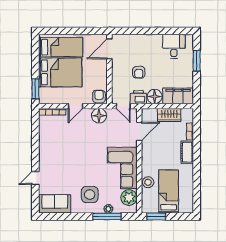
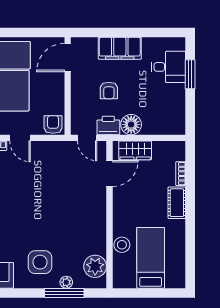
desk: (174, 46) -> (168, 67), moved, turned 90
filing cabinet: (178, 96) -> (120, 48), moved, turned 180
door: (75, 106) -> (20, 138), hinge flipped
wardrobe: (169, 115) -> (135, 150), moved
floor lamp: (99, 116) -> (53, 151), removed
corner sofa: (122, 168) -> (86, 225), removed
window: (156, 217) -> (133, 293), removed

